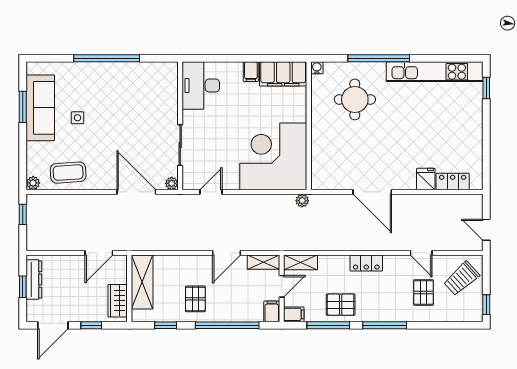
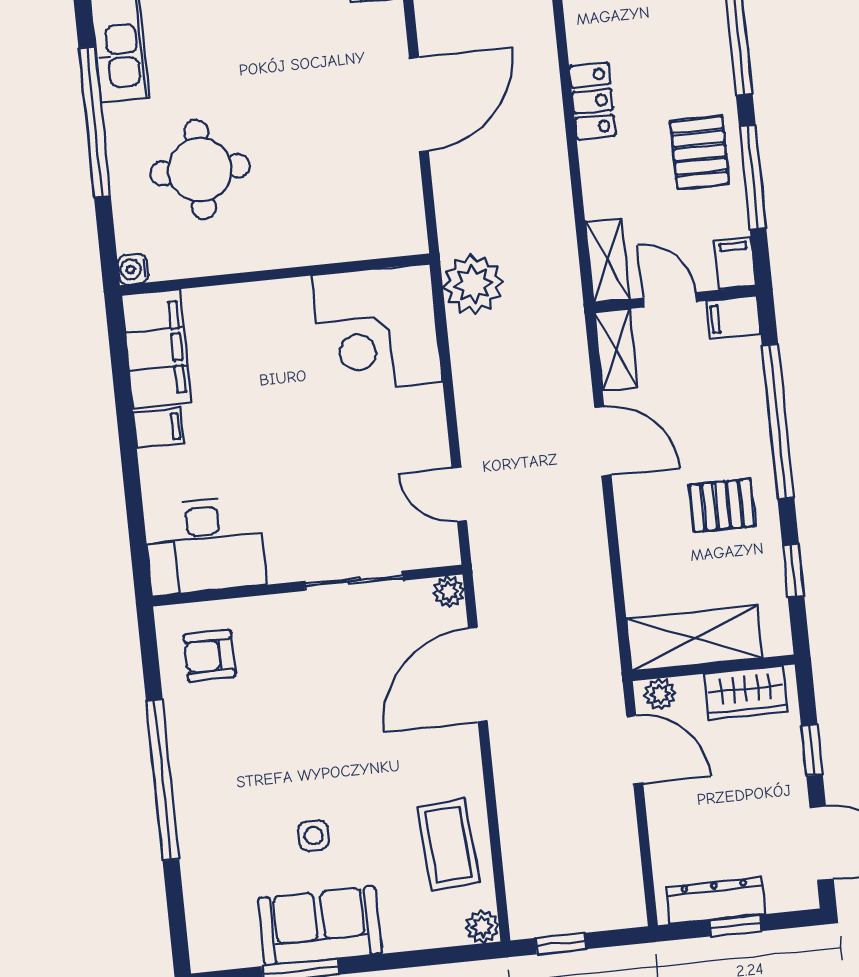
armchair: (155, 83) -> (209, 656), added
sofa: (40, 108) -> (320, 926), width x0.73
corner desk: (273, 156) -> (377, 329), width x0.74, depth x0.74
plant: (302, 201) -> (473, 284), width x1.88, depth x1.88
plant: (121, 266) -> (660, 694), added

